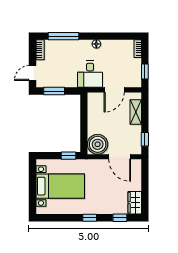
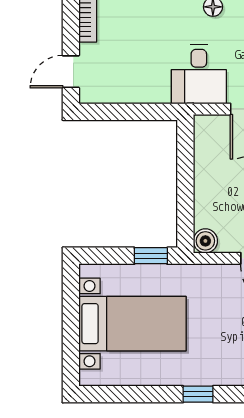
window: (54, 91) -> (119, 112), removed
boiler: (98, 144) -> (205, 241), width x0.54, depth x0.54

